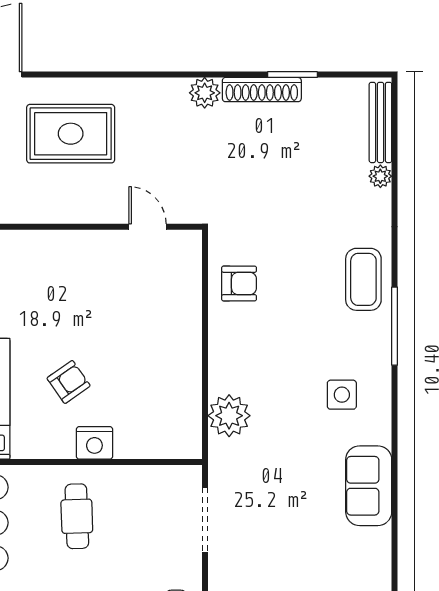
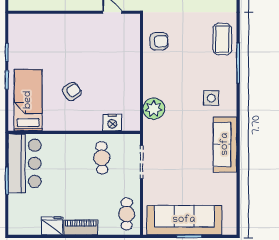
nightstand: (94, 443) -> (112, 123), moved
sofa: (369, 486) -> (225, 144), width x1.36
cafe table: (77, 516) -> (102, 158), moved

